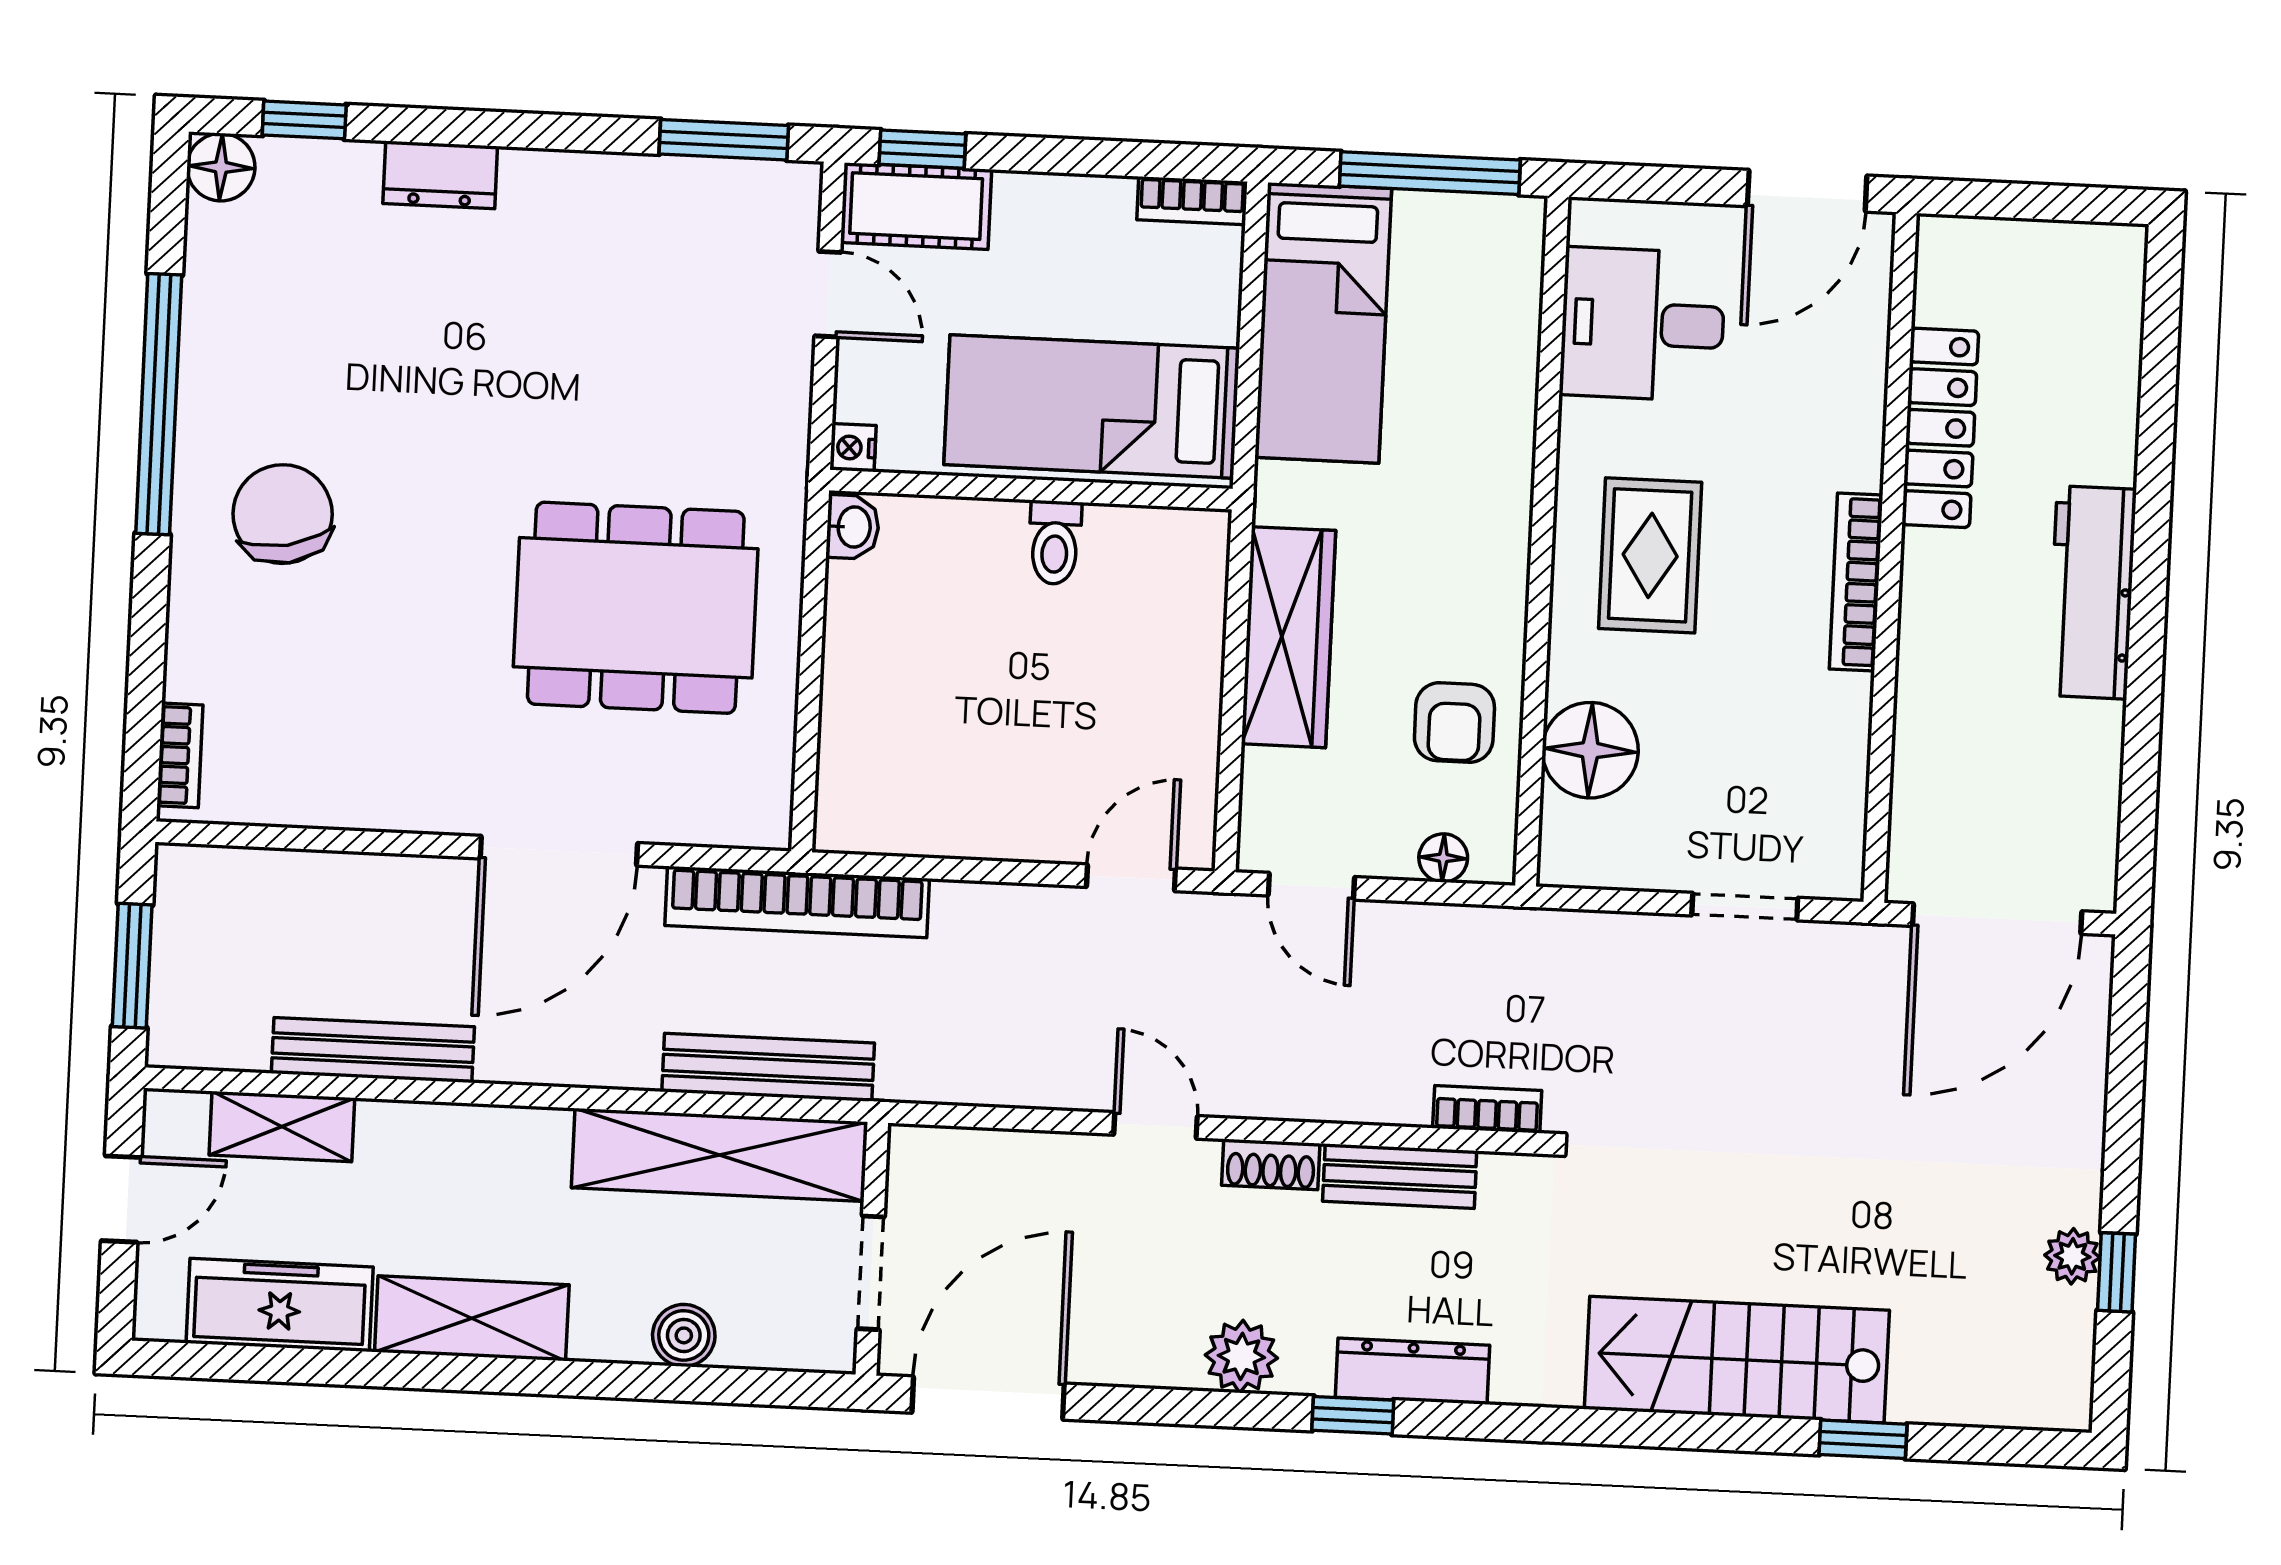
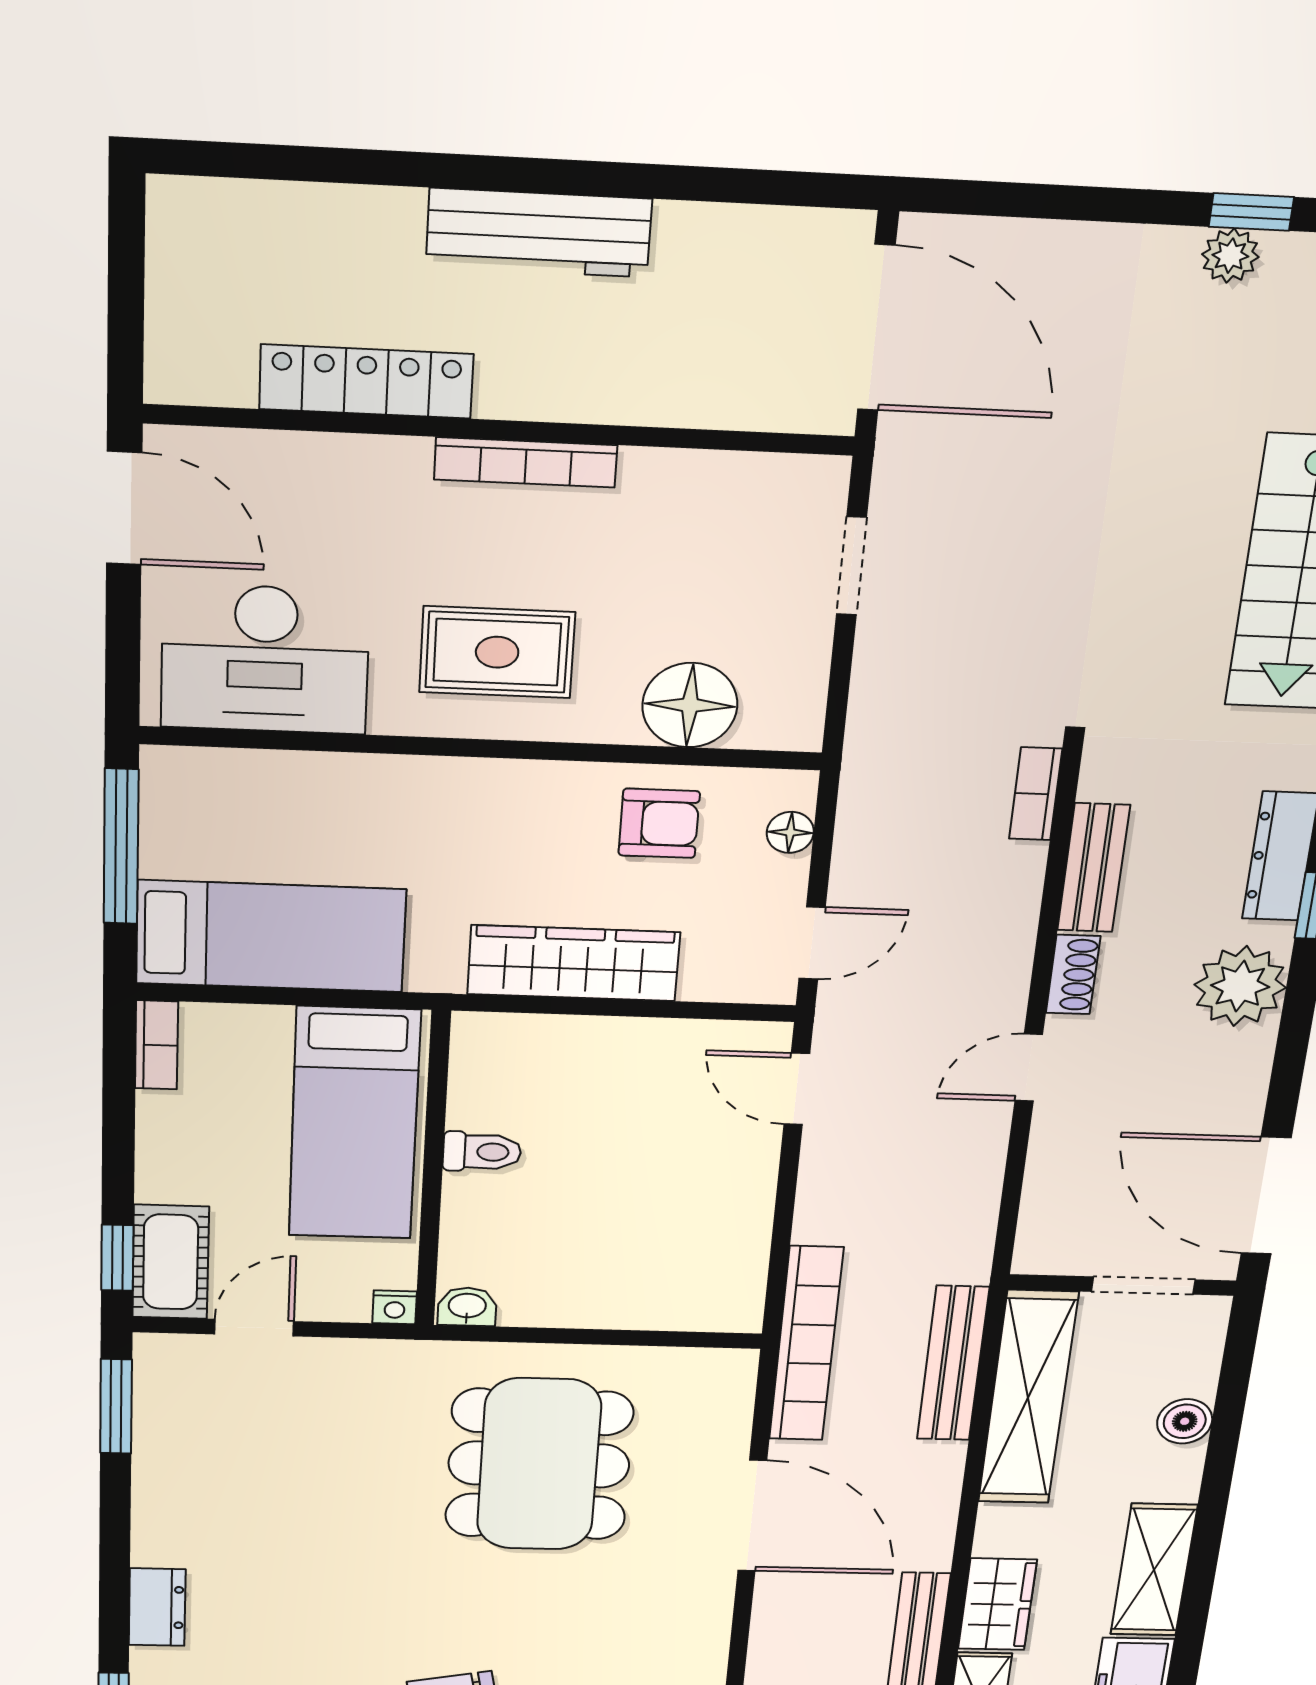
desk: (1643, 324) -> (265, 659), width x1.37
wardrobe: (425, 1140) -> (997, 1604), added
plant: (1241, 1356) -> (1240, 986), width x1.36, depth x1.36

